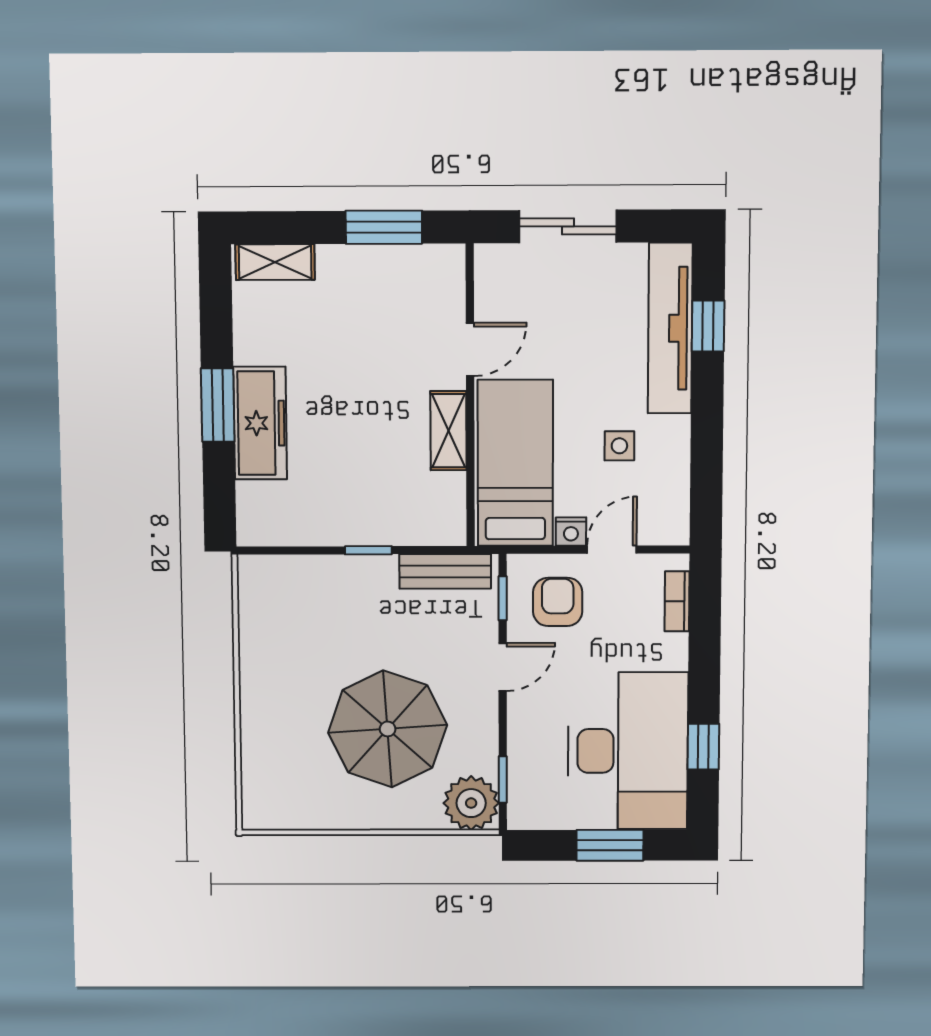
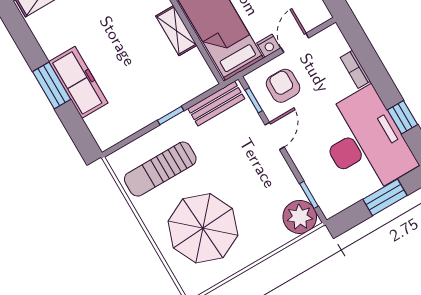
bookcase: (677, 601) -> (355, 69), moved
sun lounger: (309, 619) -> (160, 169), added
parasol: (388, 729) -> (203, 228), moved

